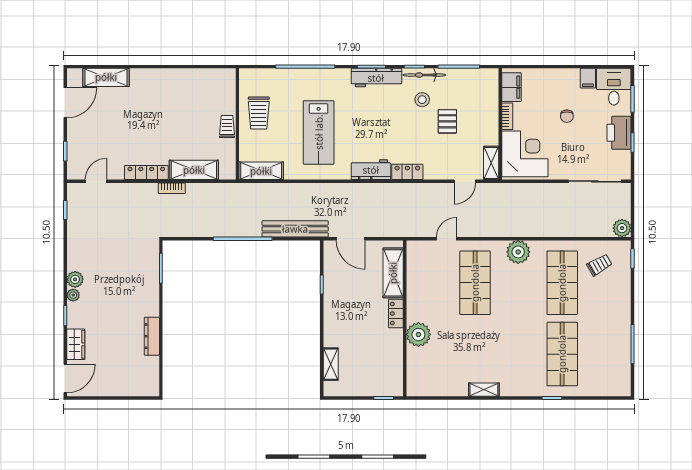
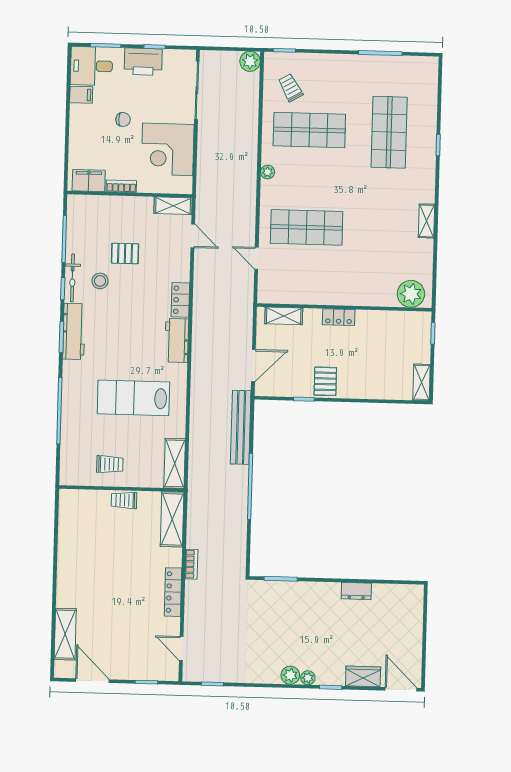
trolley: (259, 113) -> (110, 464), width x0.73, depth x0.72
lab bench: (319, 132) -> (133, 398), turned 180
corner desk: (525, 154) -> (168, 149), moved, turned -90
shelving: (194, 170) -> (172, 519), moved
plant: (518, 252) -> (268, 172), width x0.53, depth x0.53
shelving: (393, 273) -> (284, 316), width x0.67, depth x0.75
pallet: (338, 303) -> (325, 381), added
plant: (418, 334) -> (411, 294), moved
dresser: (152, 336) -> (356, 591), width x0.70
shop shelf: (562, 354) -> (389, 132), turned 90
shelving: (331, 364) -> (422, 382), moved, turned 90

